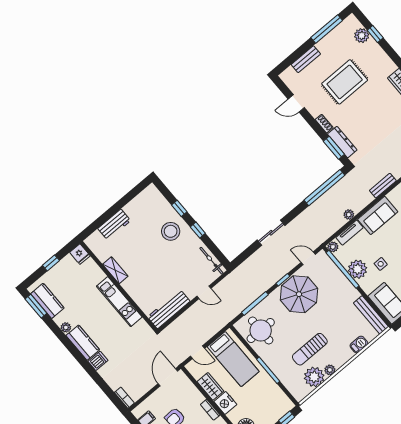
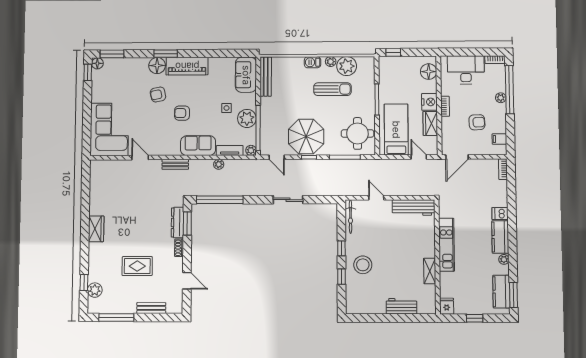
rug: (345, 82) -> (137, 266), width x0.73, depth x0.70
barbecue: (359, 344) -> (313, 62), moved

